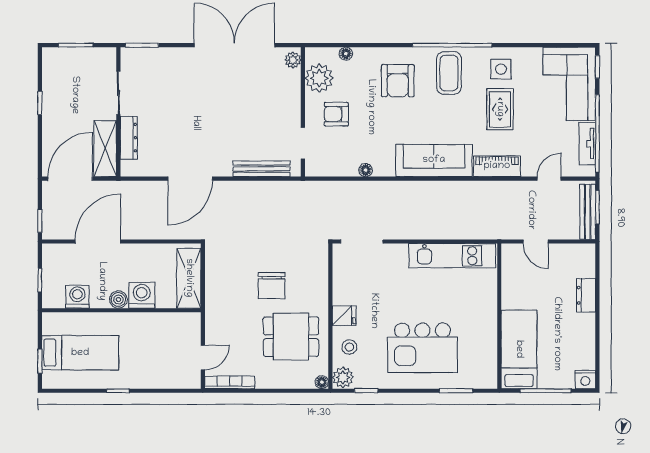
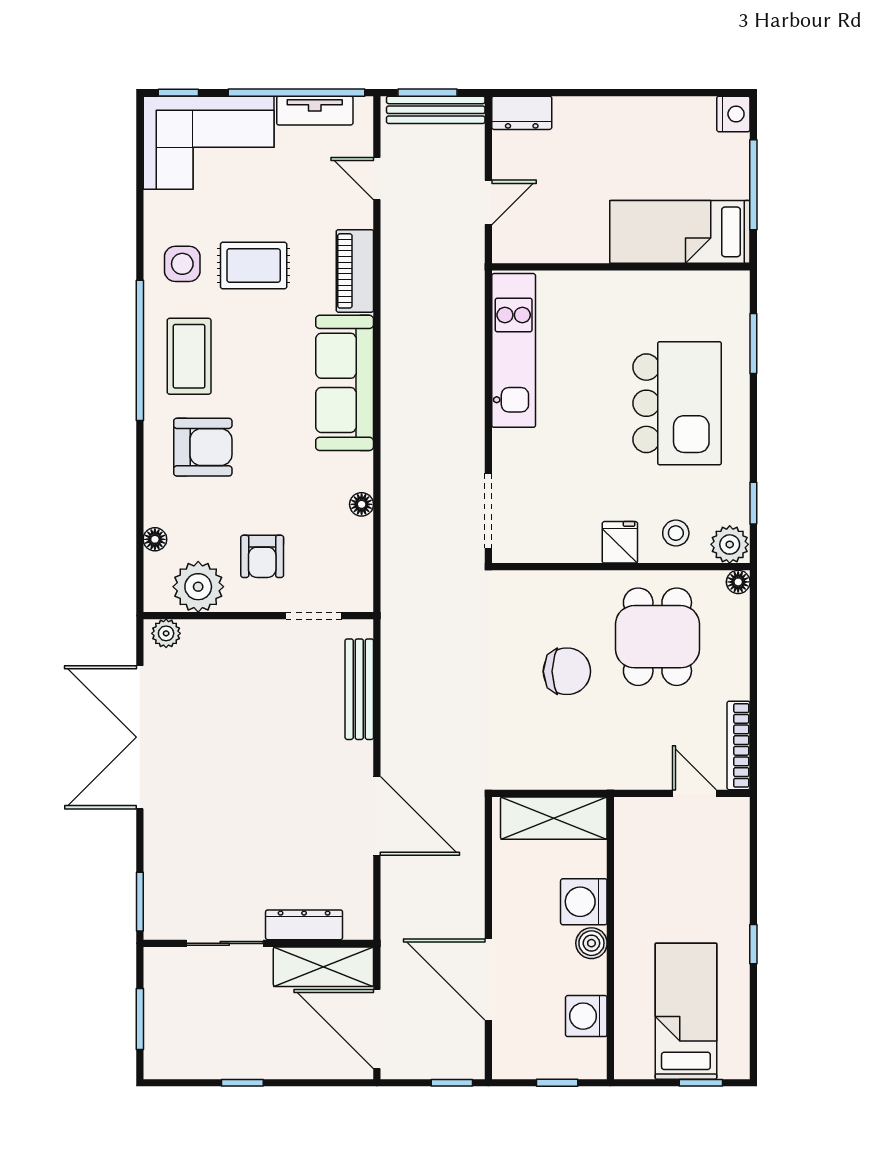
coffee table: (449, 73) -> (189, 356), turned 90
dresser: (586, 295) -> (522, 113), moved

